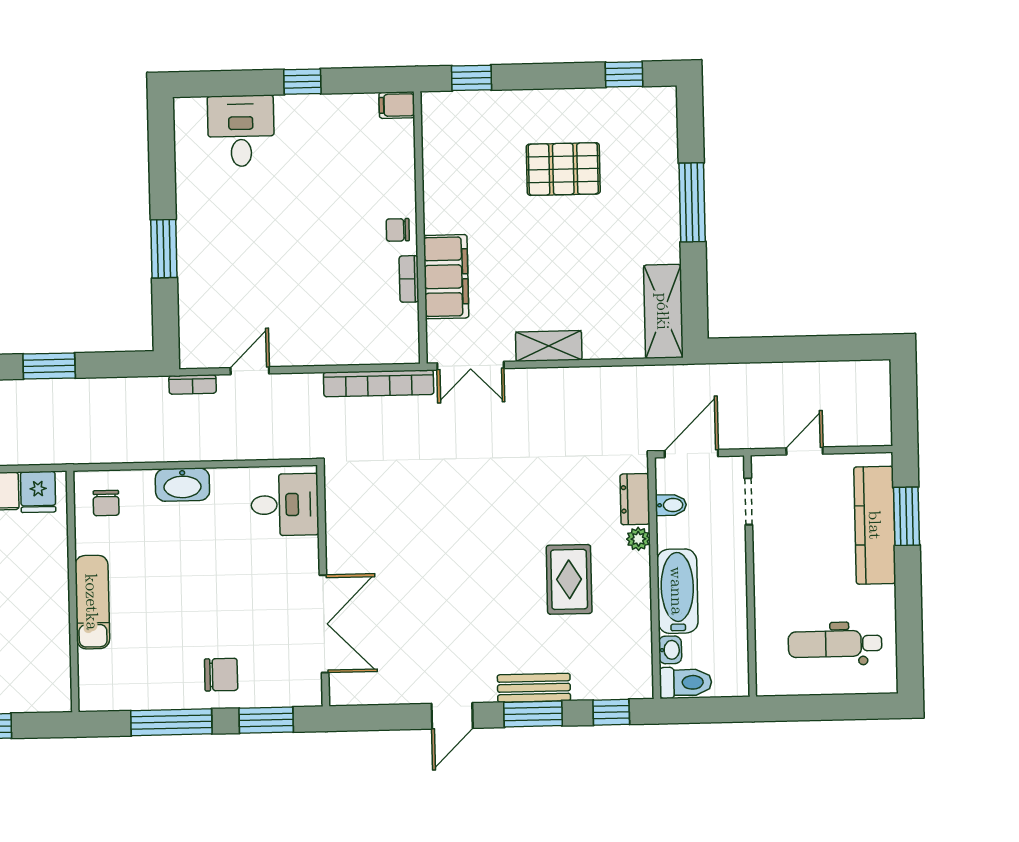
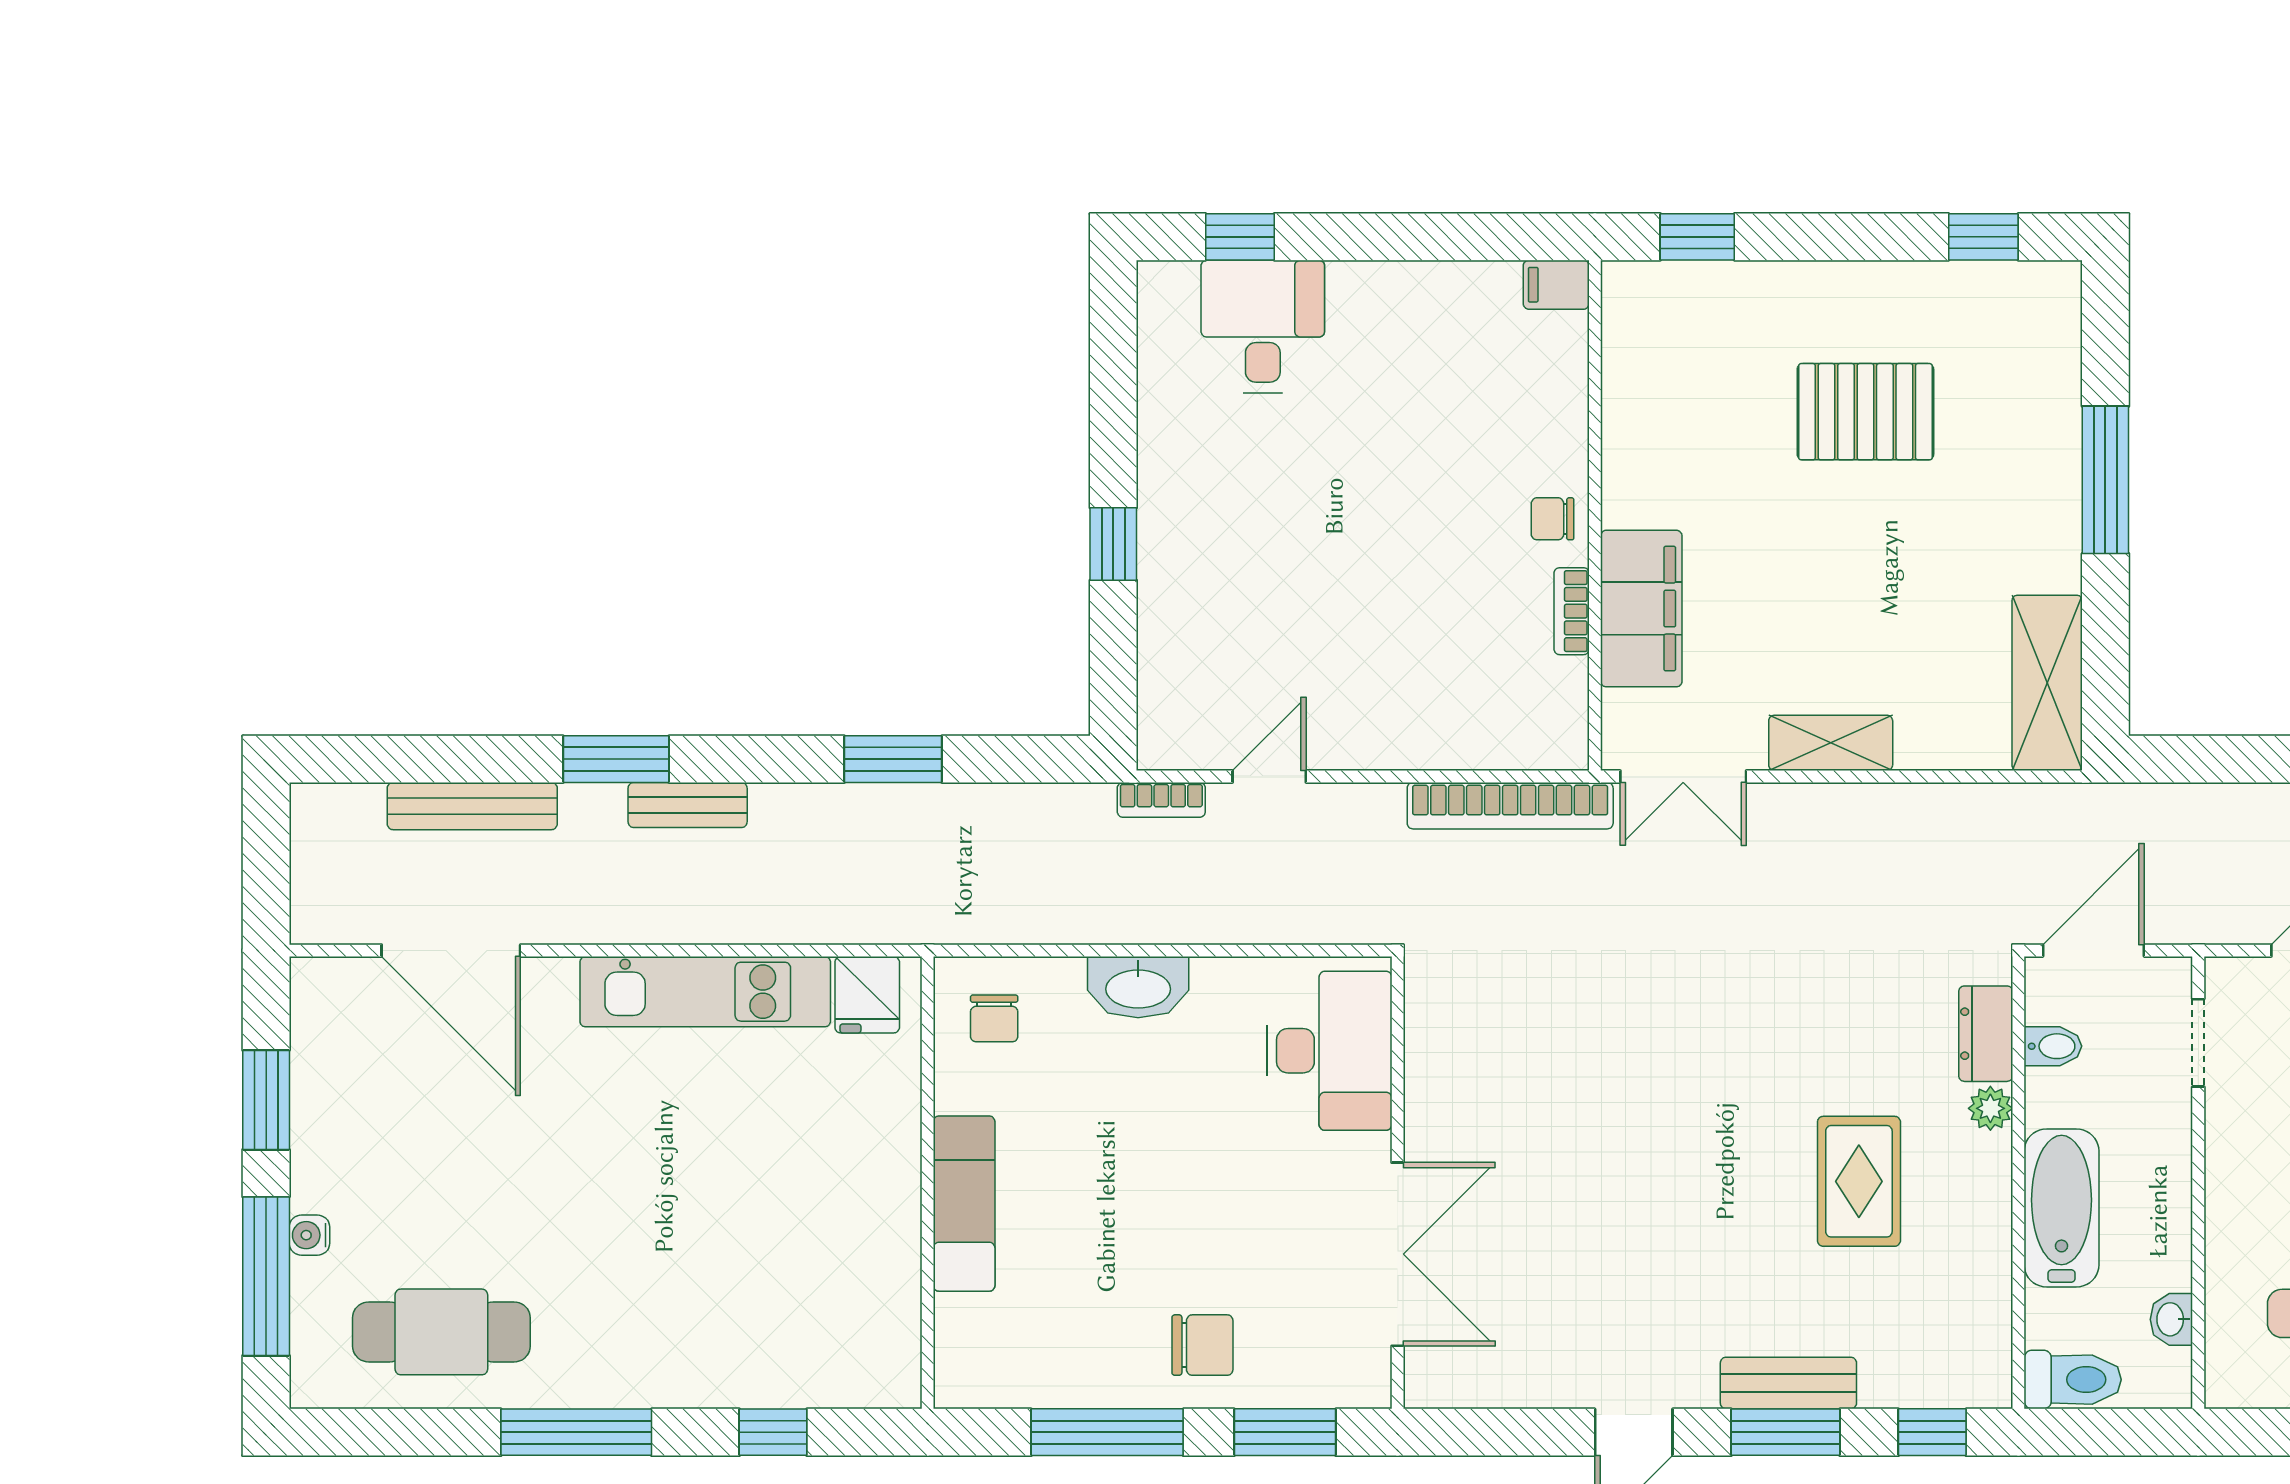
window: (302, 82) -> (1240, 237), moved
window: (164, 249) -> (1113, 544), width x0.67
desk: (285, 505) -> (1329, 1051), width x1.37
washbasin: (670, 650) -> (2171, 1319), moved, turned 180

